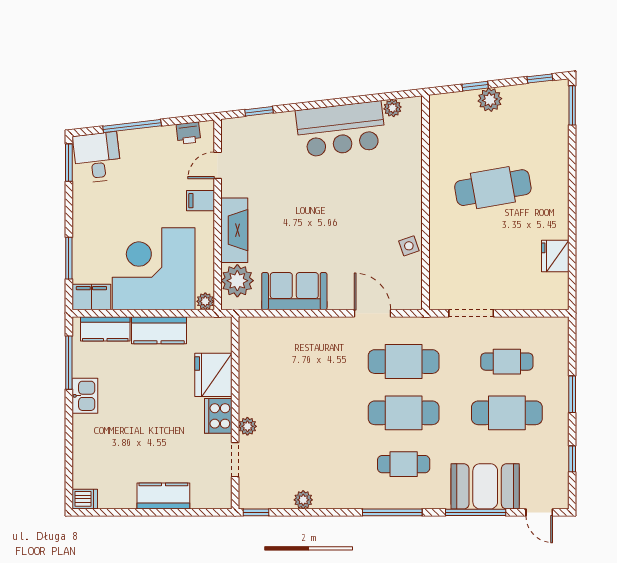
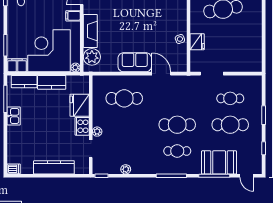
fridge: (555, 256) -> (197, 42), moved, turned 180
sofa: (294, 291) -> (135, 62), moved
cafe table: (404, 362) -> (124, 98), moved
kitchen counter: (163, 496) -> (54, 167), width x1.50

